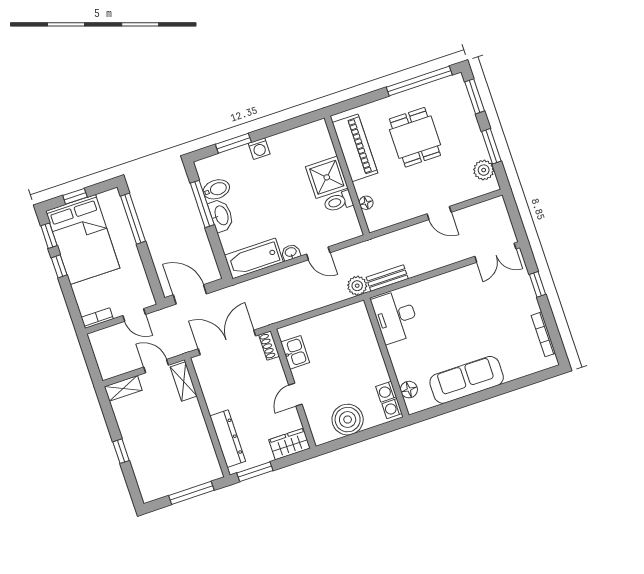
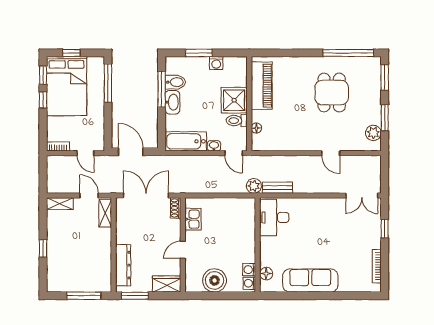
piano: (355, 148) -> (262, 86), moved
wall: (347, 175) -> (249, 104), moved
shower: (327, 177) -> (234, 100), moved
toilet: (338, 202) -> (237, 121), moved
floor lamp: (366, 203) -> (256, 128), moved

